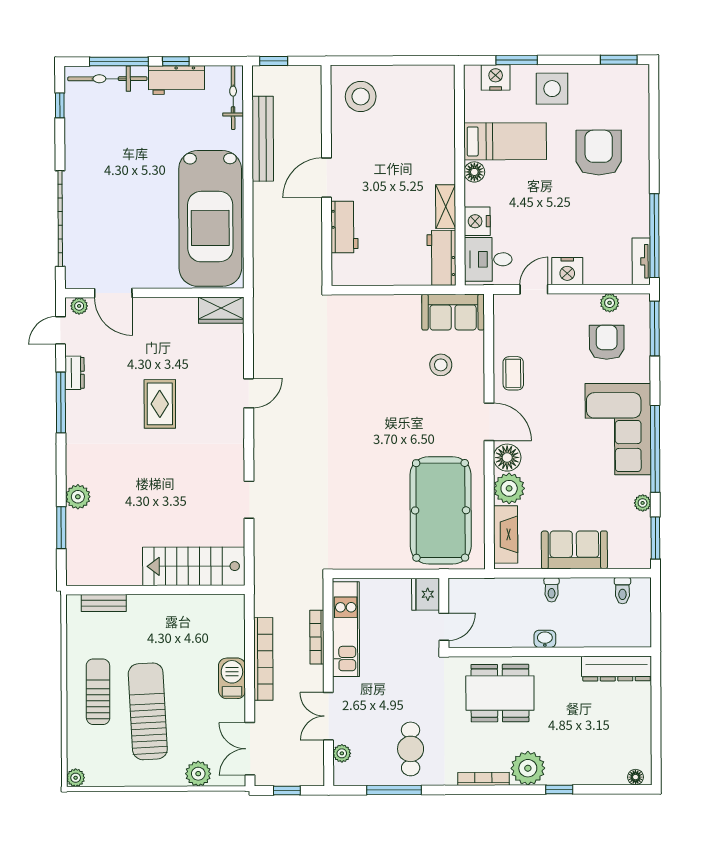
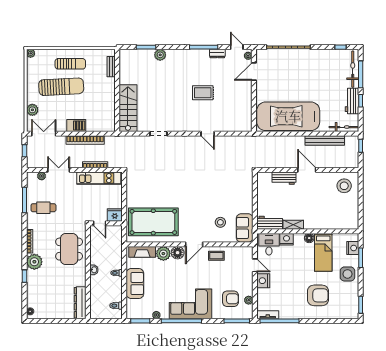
wardrobe: (221, 310) -> (246, 121), removed

